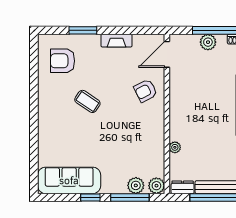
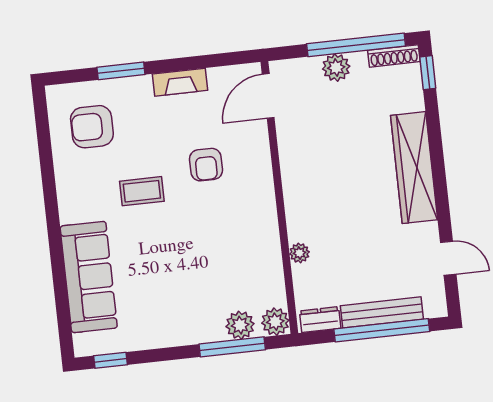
armchair: (146, 91) -> (206, 165), moved, turned -63
coffee table: (87, 101) -> (142, 191), turned -34
sofa: (69, 180) -> (89, 277), moved, turned 90
window: (90, 198) -> (110, 360), moved

